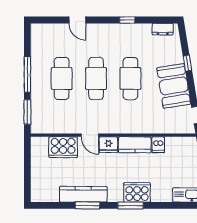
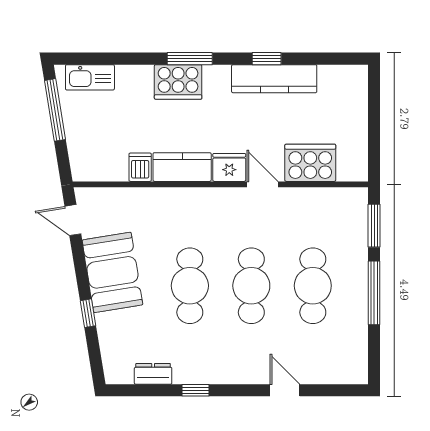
dresser: (163, 29) -> (153, 374), moved
window: (87, 205) -> (267, 59), width x0.67

